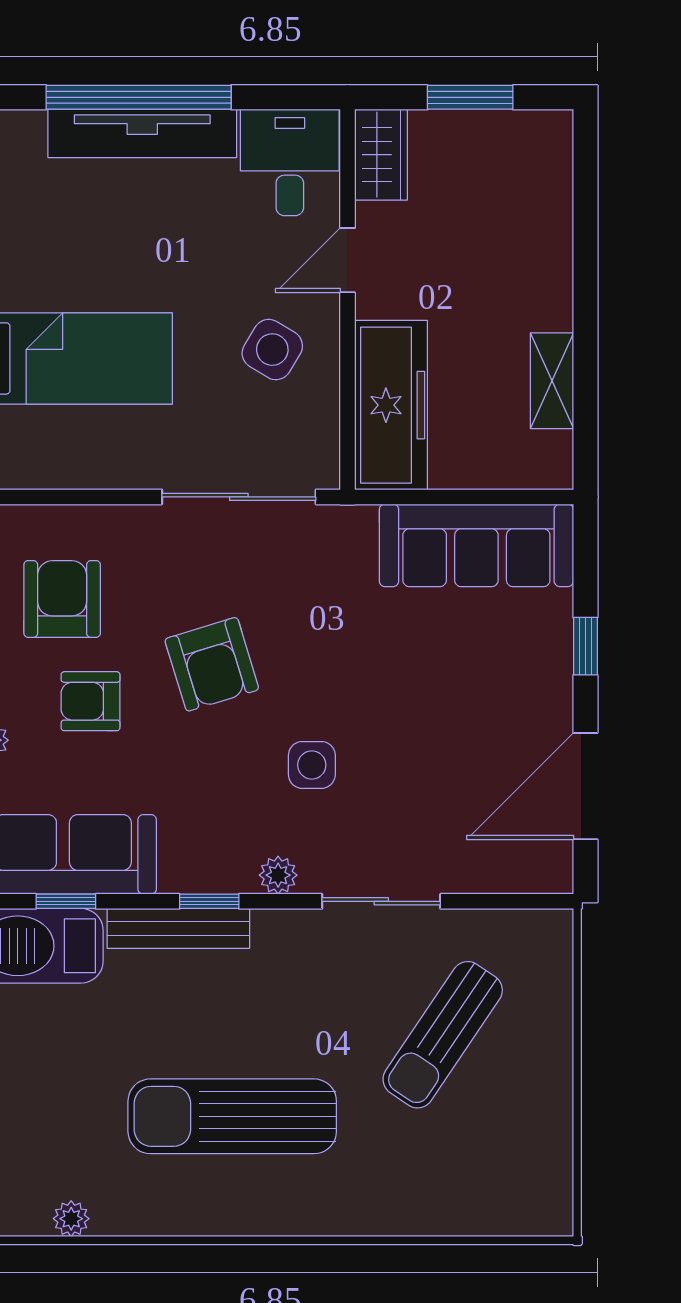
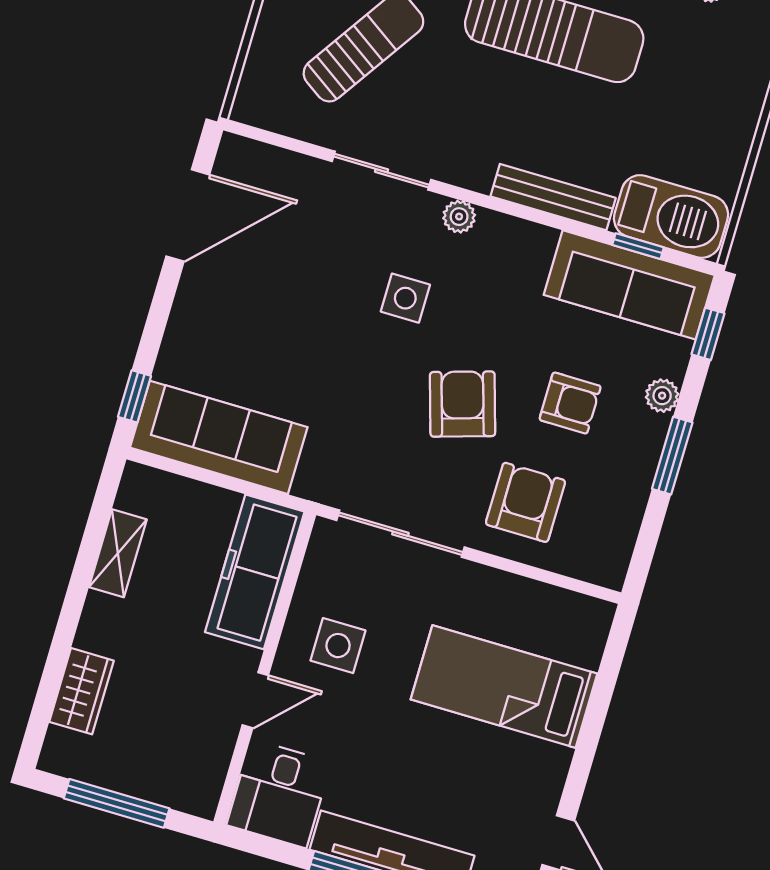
window: (470, 97) -> (117, 803), width x1.44
wardrobe: (381, 155) -> (82, 691), moved, turned 180
side table: (272, 350) -> (338, 646), turned -31
armchair: (62, 599) -> (525, 502), moved, turned 180
window: (585, 646) -> (134, 396), moved
window: (209, 901) -> (521, 212), removed

